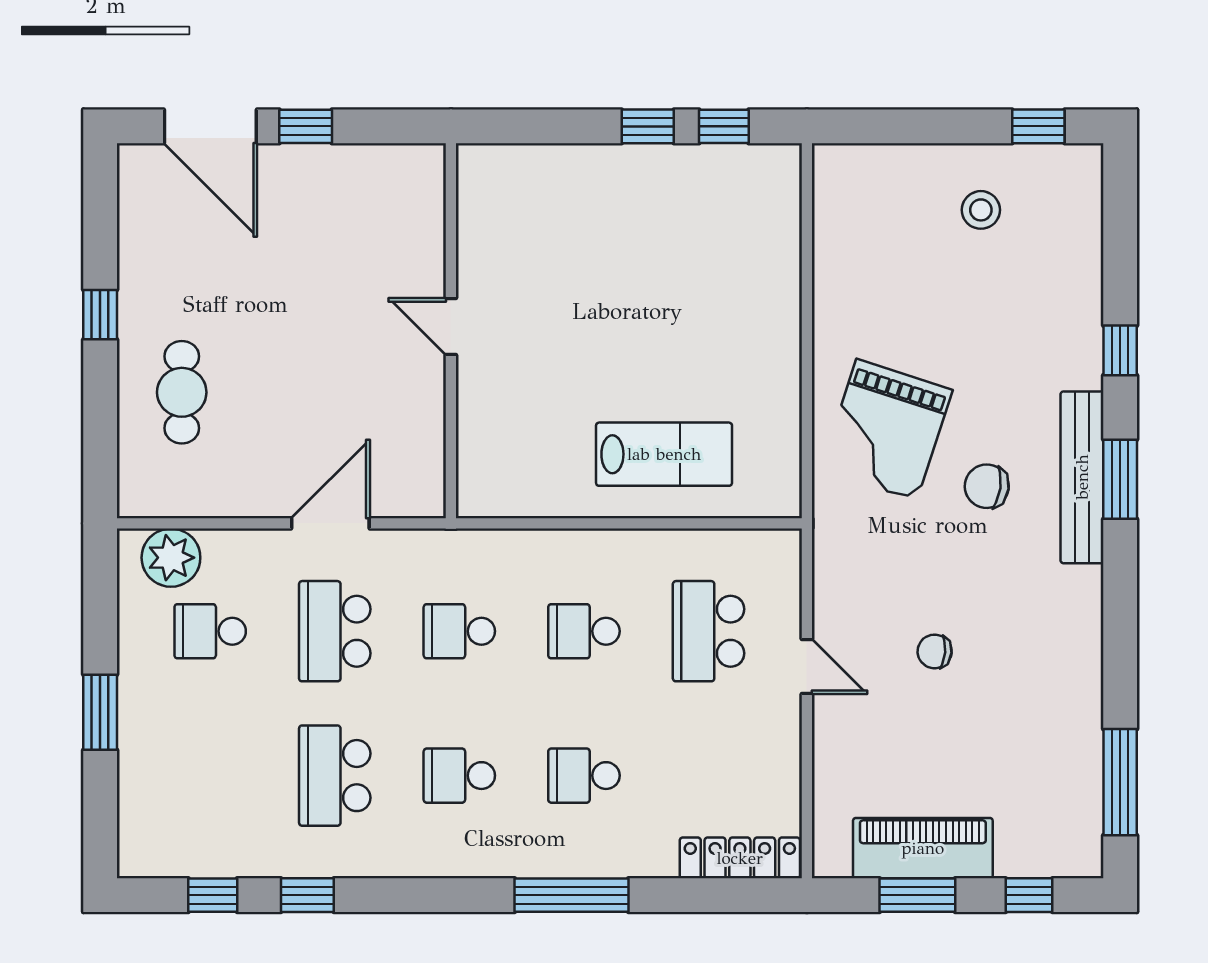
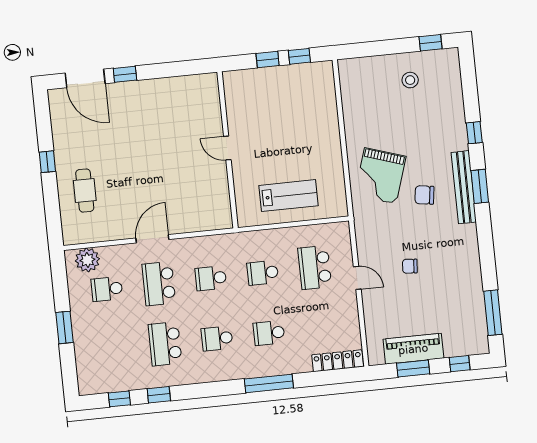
door: (451, 327) -> (227, 148), moved
wall: (451, 331) -> (228, 150), moved

